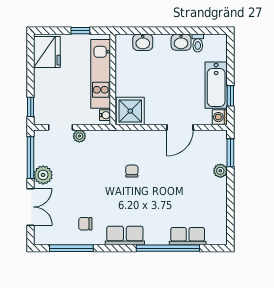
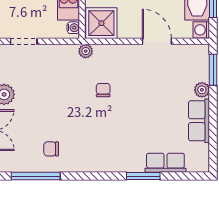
door: (180, 127) -> (157, 41), swing flipped
plant: (79, 136) -> (86, 51), moved
row of seats: (125, 236) -> (199, 121), moved, turned -90
window: (168, 248) -> (143, 176), width x0.47

